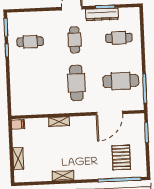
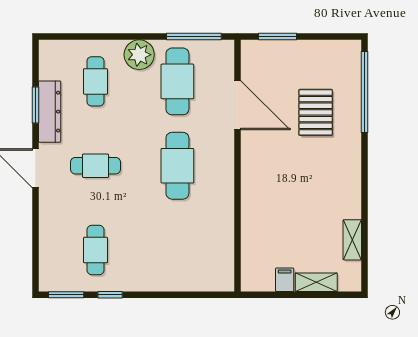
plant: (134, 60) -> (139, 55), added
cafe table: (76, 83) -> (177, 166), turned 90
shelving: (59, 122) -> (249, 202), removed
filing cabinet: (18, 124) -> (285, 280), moved
pallet: (121, 157) -> (316, 112), moved, turned 90
shelving: (63, 176) -> (352, 240), moved

